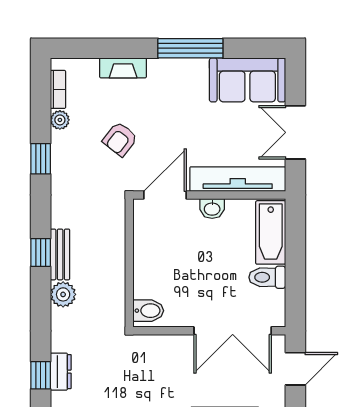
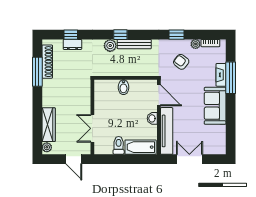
window: (190, 48) -> (231, 78), moved
sofa: (247, 80) -> (215, 106), moved
armchair: (120, 139) -> (181, 62), moved
window: (41, 252) -> (120, 35), moved
bench: (60, 254) -> (134, 44), width x1.36
bidet: (148, 311) -> (123, 87), moved
double door: (233, 331) -> (92, 128), width x0.73

